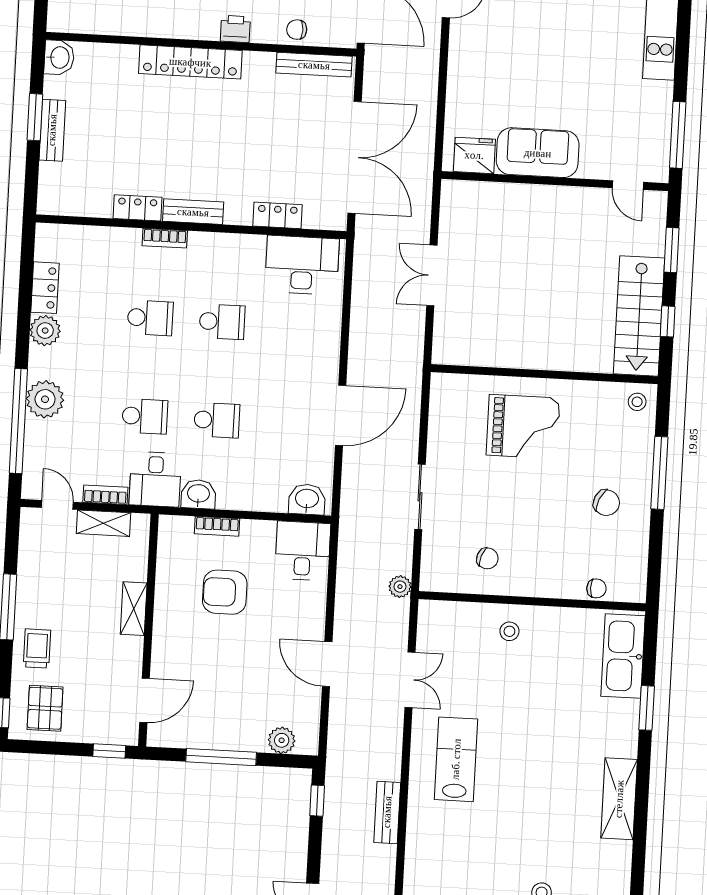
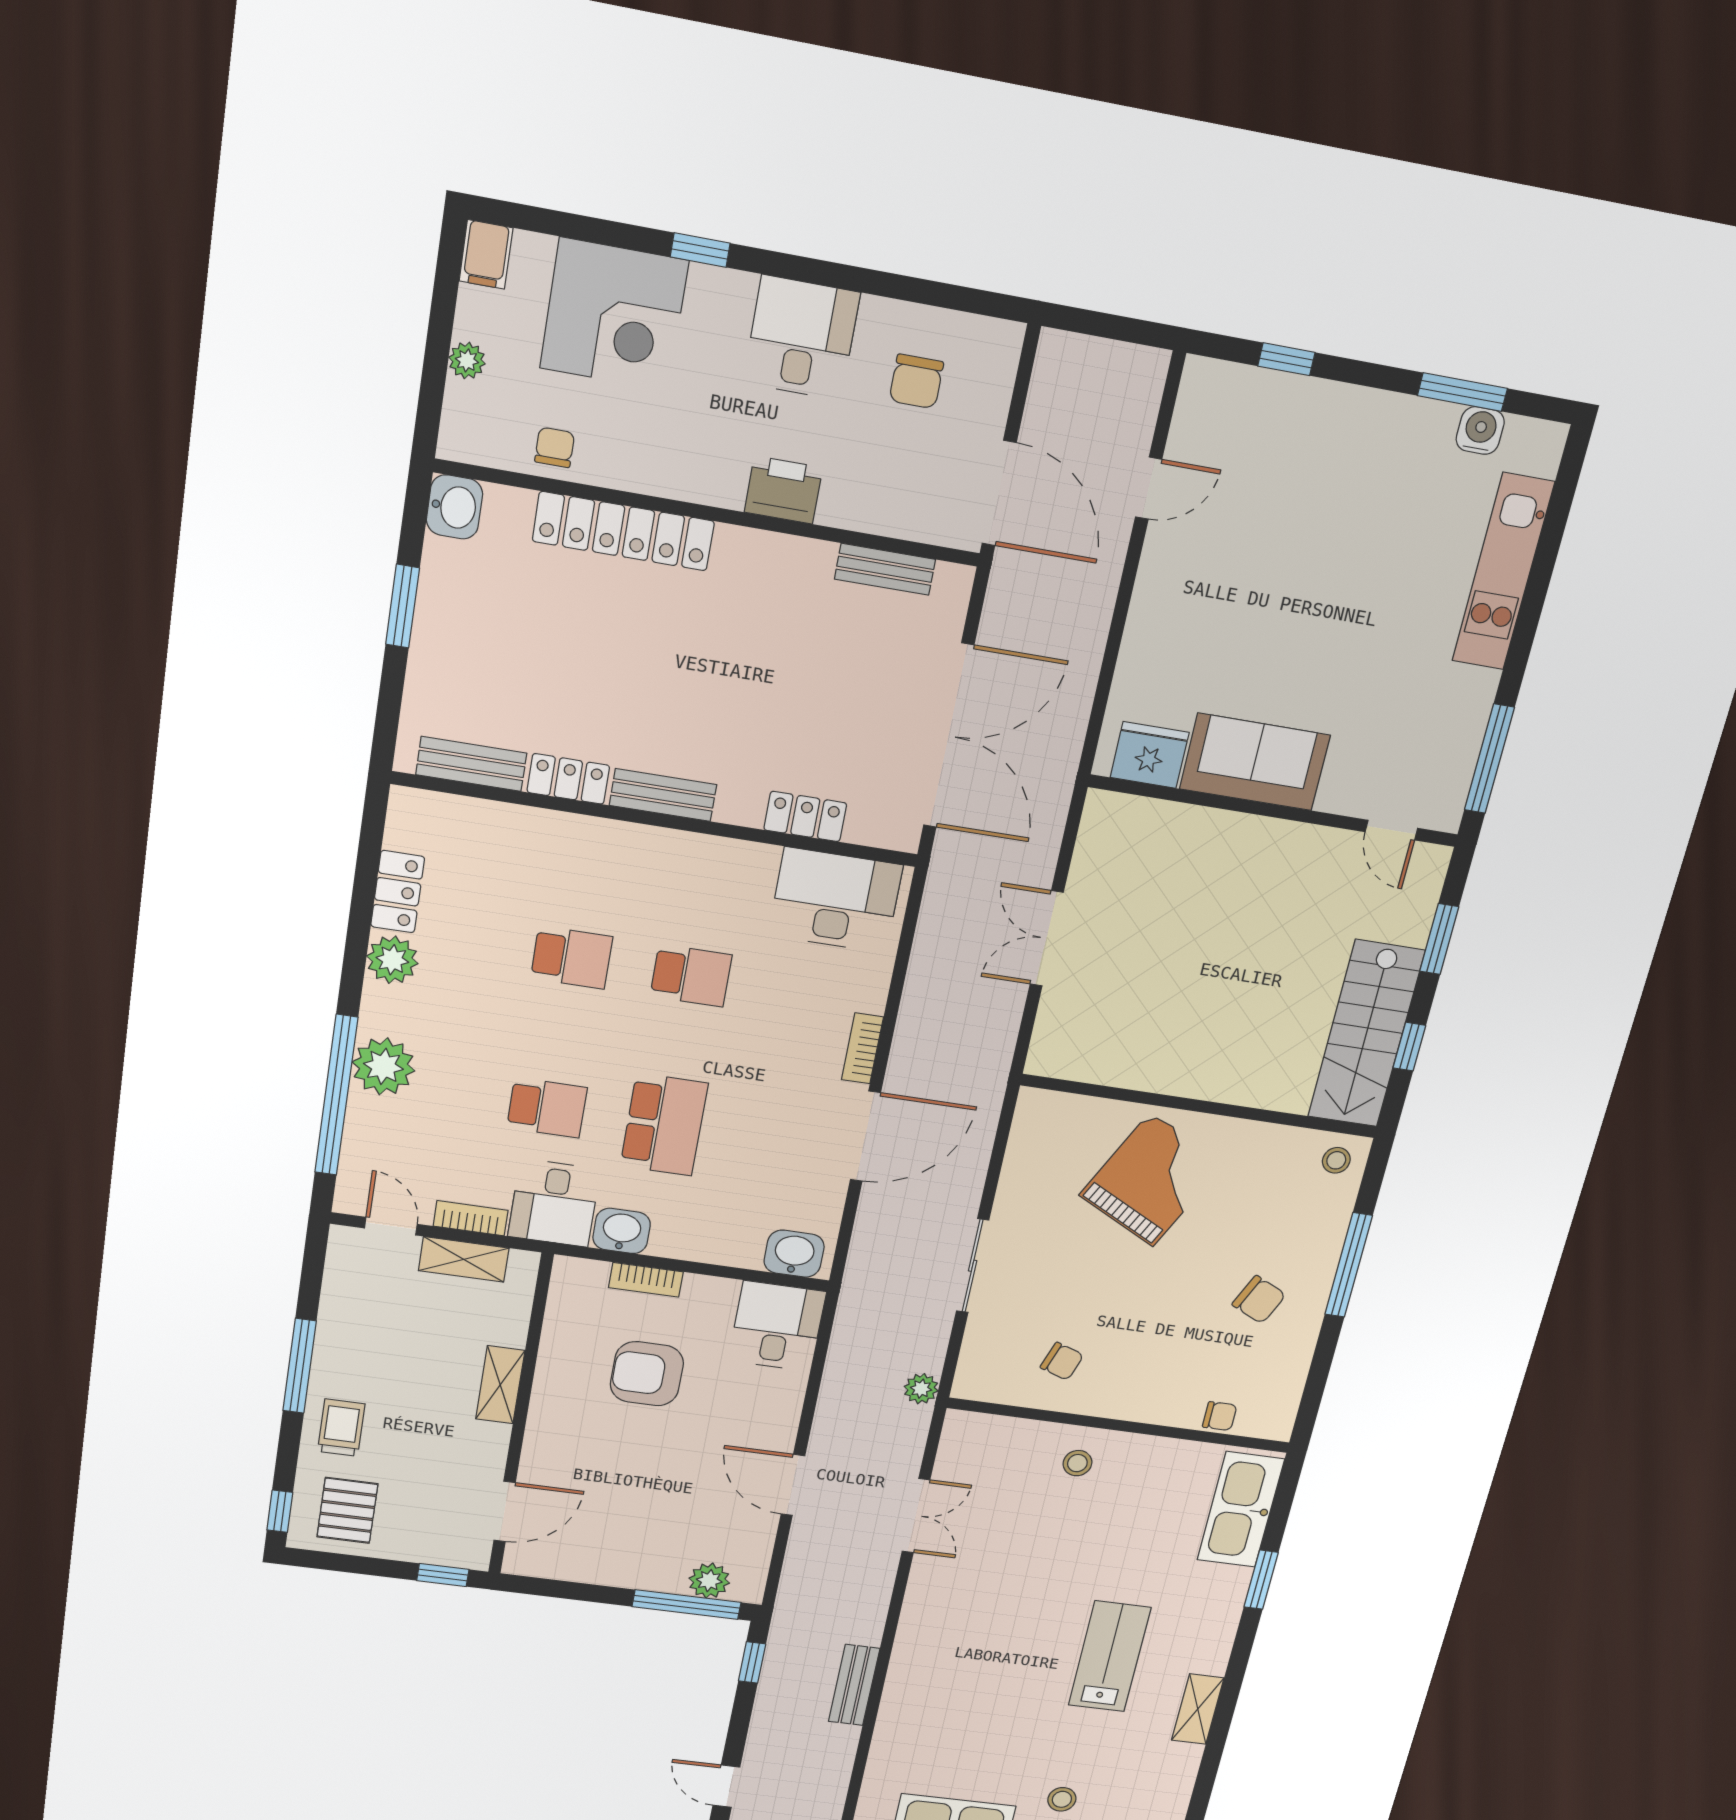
printer: (235, 29) -> (783, 490), width x1.36, depth x1.24
chair: (297, 30) -> (555, 447), moved, turned 90
locker: (190, 62) -> (623, 531), moved
bench: (314, 65) -> (885, 569), width x0.73
bench: (52, 130) -> (471, 764), moved, turned 90
bookcase: (165, 238) -> (862, 1048), moved, turned 90
school desk: (217, 420) -> (664, 1125), width x1.85
grand piano: (523, 427) -> (1152, 1180), turned -63
window: (221, 757) -> (687, 1605), moved
lab bench: (456, 759) -> (1110, 1656), moved
shelving: (619, 799) -> (1198, 1709), width x0.67, depth x0.75

